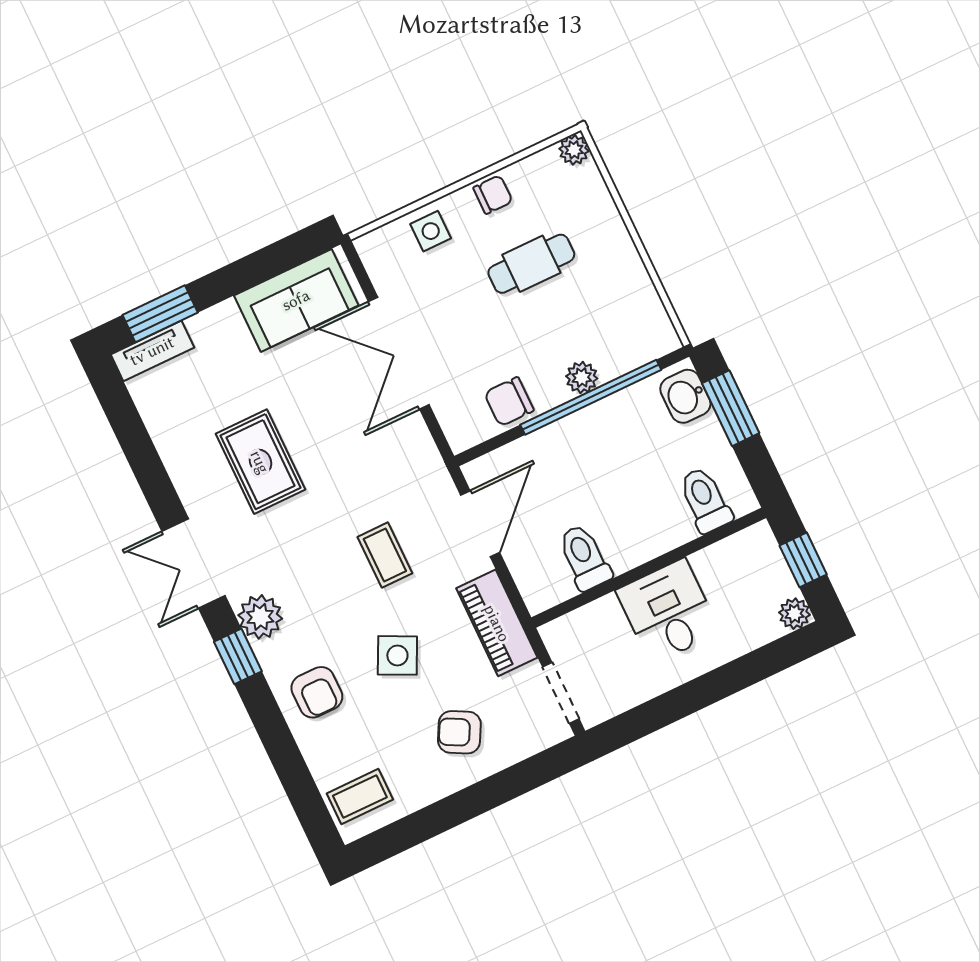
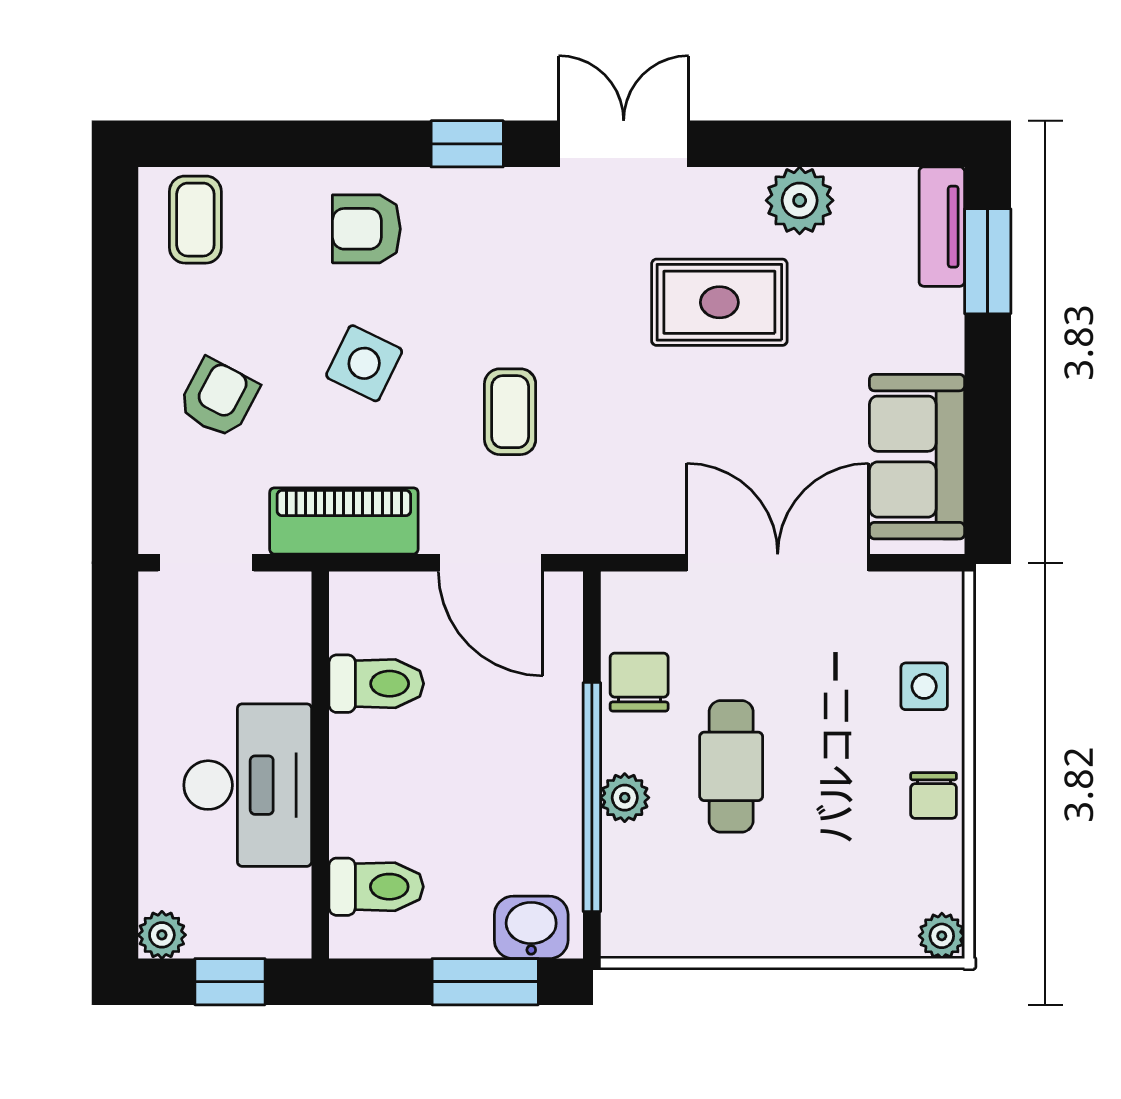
cafe table: (531, 264) -> (731, 766), moved
coffee table: (385, 555) -> (510, 412), turned 90
desk: (668, 611) -> (248, 785), width x1.37
plant: (260, 617) -> (800, 200), moved

